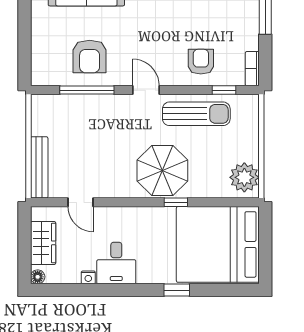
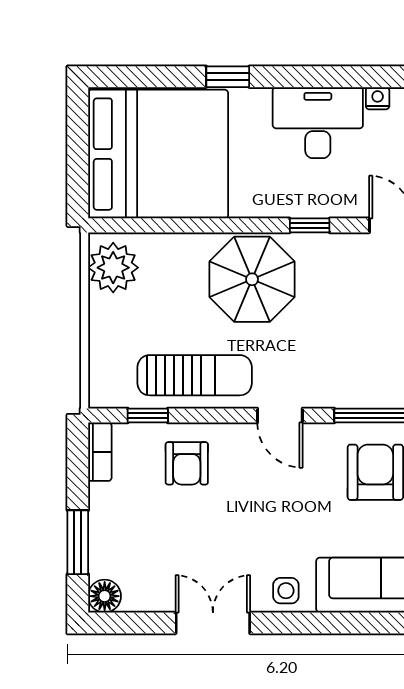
sun lounger: (196, 114) -> (195, 375), turned 180
window: (176, 202) -> (310, 225), moved
desk: (116, 263) -> (318, 123), width x1.37

